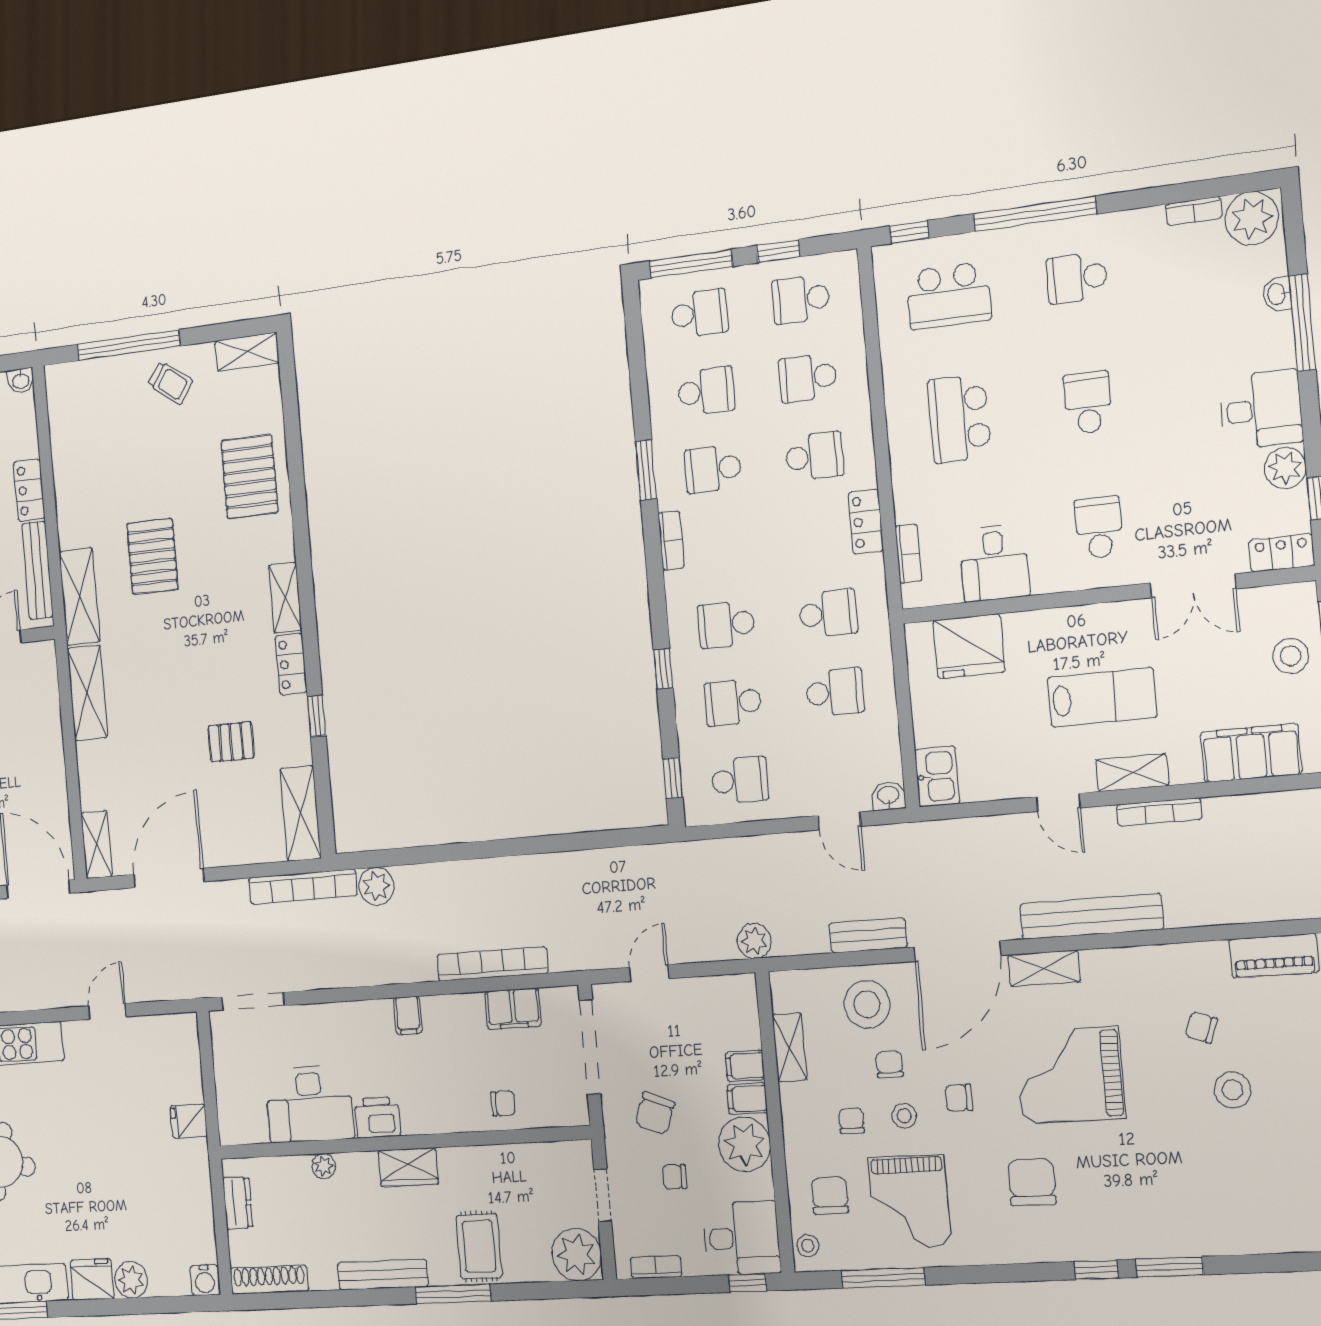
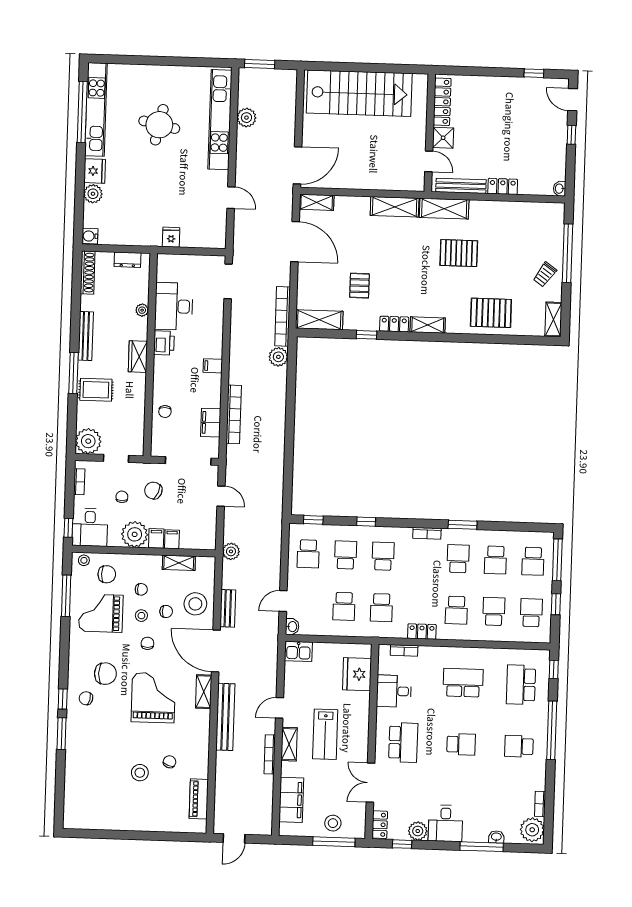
school desk: (1077, 278) -> (519, 746), turned -90
school desk: (1099, 527) -> (403, 742), width x1.85
chair: (1088, 1220) -> (86, 698), added

